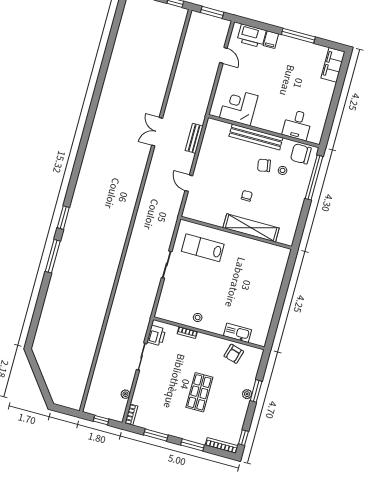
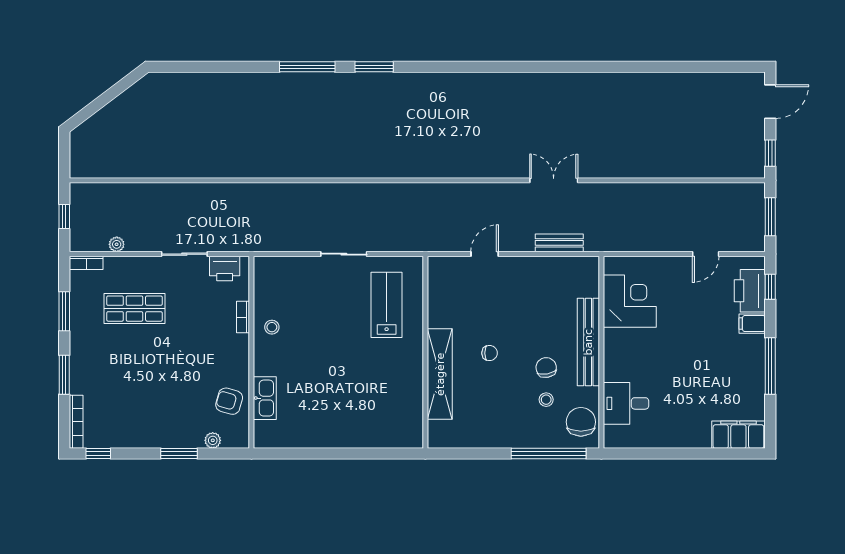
window: (253, 23) -> (770, 287), added
shop shelf: (199, 392) -> (134, 309), moved
plant: (247, 394) -> (213, 440), moved

